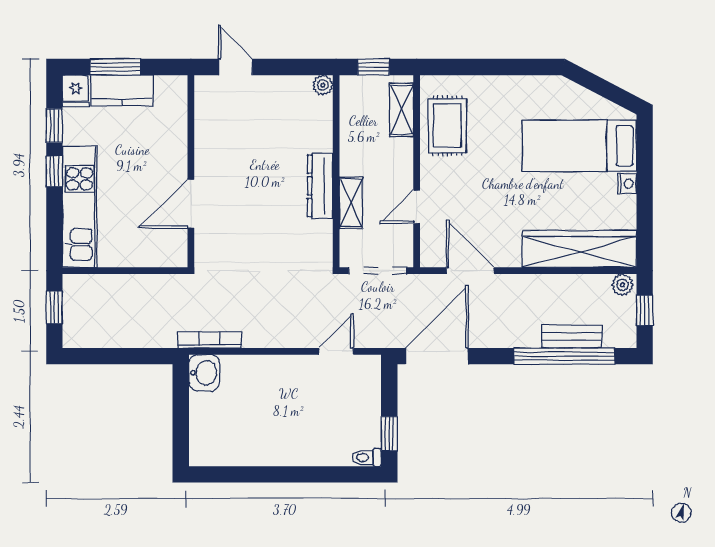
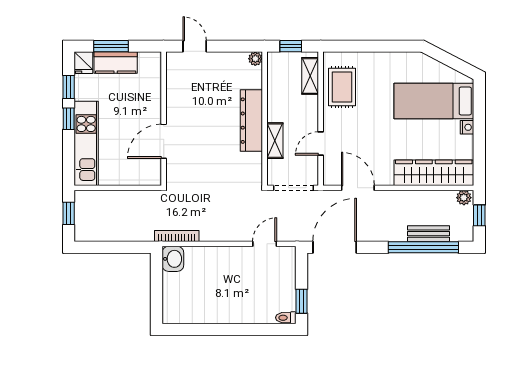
dresser: (320, 186) -> (251, 121), width x1.37, depth x1.24

